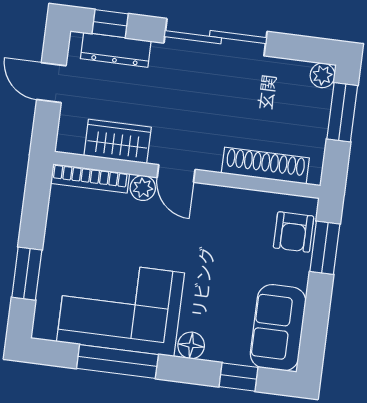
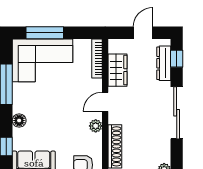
plant: (143, 188) -> (96, 126), moved
window: (27, 274) -> (45, 33), width x1.44
corner sofa: (121, 307) -> (42, 60), moved, turned 90

